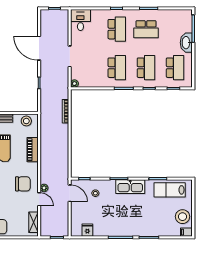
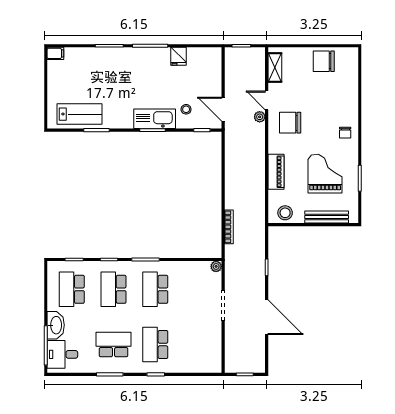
desk: (80, 20) -> (62, 354), moved, turned 90
kitchen sink: (130, 187) -> (155, 119), moved
stool: (183, 217) -> (61, 76), removed
fridge: (87, 230) -> (178, 56), moved

